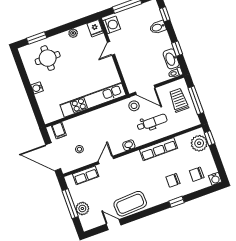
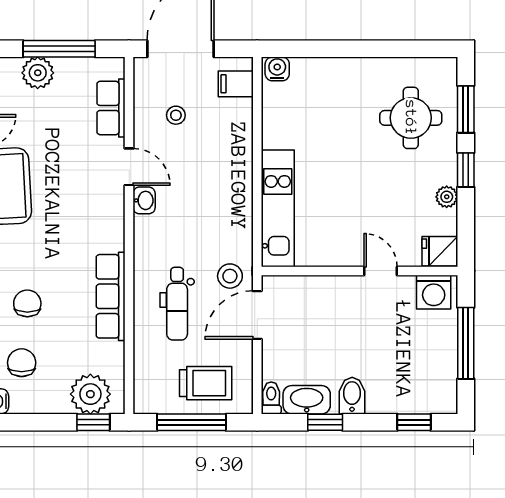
bidet: (158, 27) -> (352, 396), moved
window: (60, 30) -> (466, 170), added
water cooler: (37, 88) -> (277, 69), moved
kitchen unit: (93, 100) -> (278, 208), width x0.73
washbasin: (129, 145) -> (144, 200), moved

